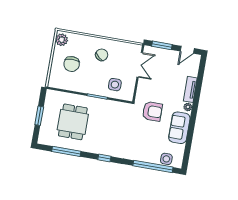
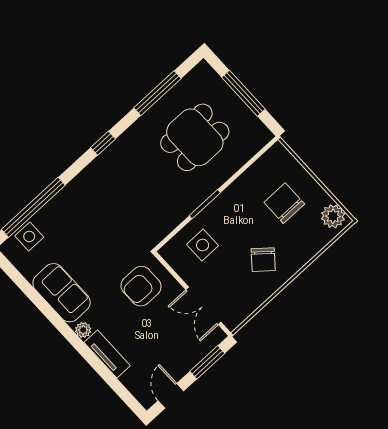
armchair: (152, 111) -> (141, 286), moved
window: (39, 116) -> (243, 93), width x1.44
dining table: (73, 122) -> (195, 137), turned 90

